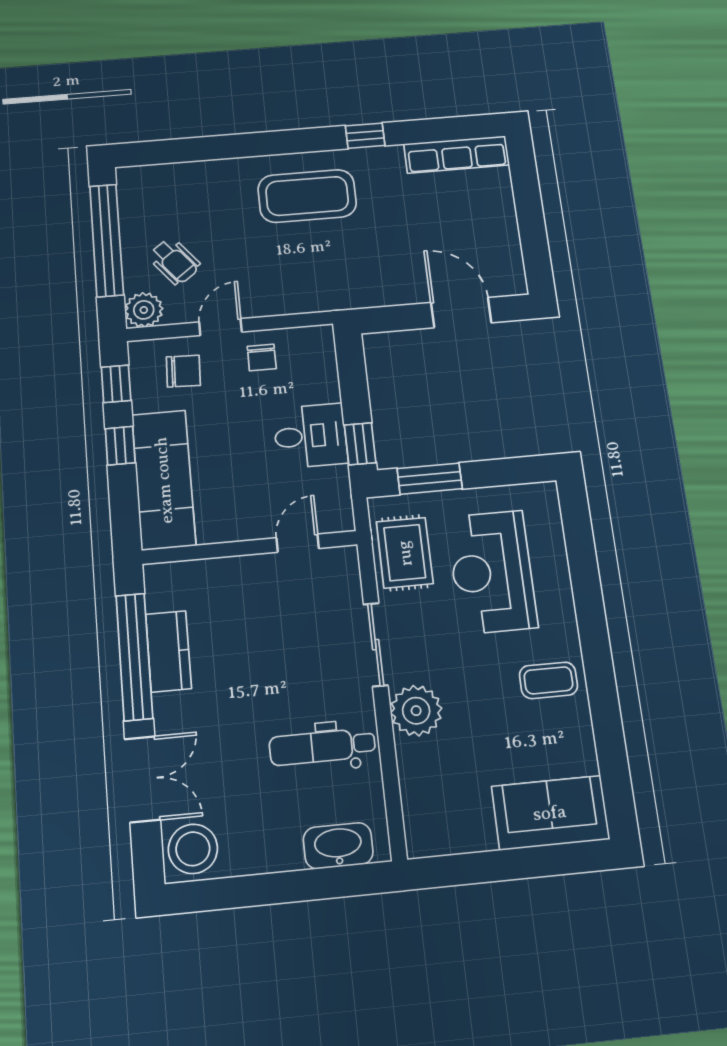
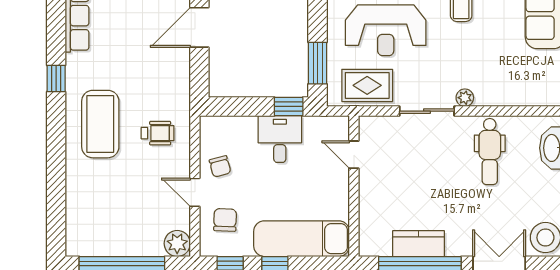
wheelchair: (174, 261) -> (158, 133), moved, turned 38
chair: (262, 358) -> (220, 166), turned 75
plant: (416, 711) -> (465, 98), width x0.53, depth x0.53

